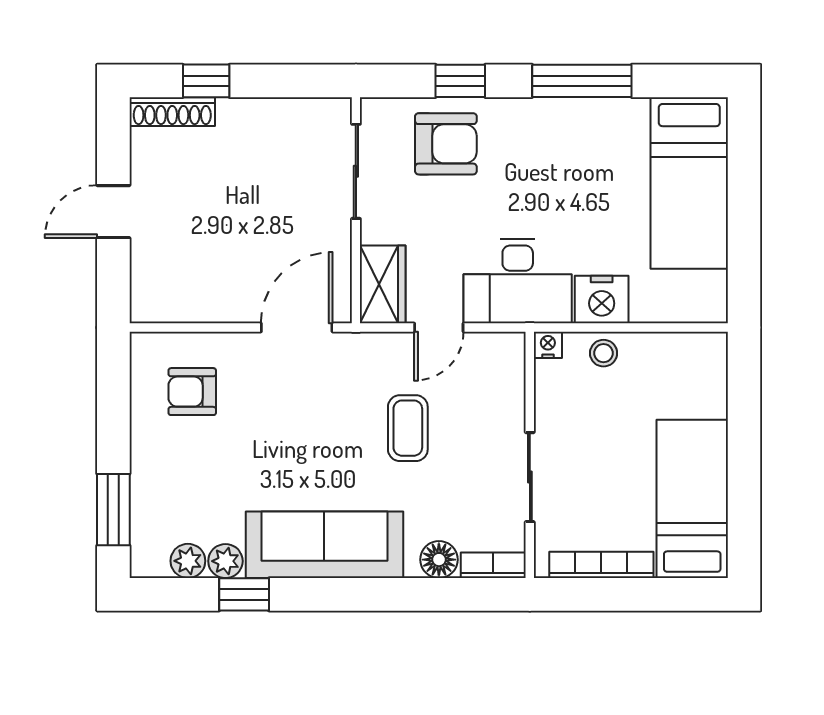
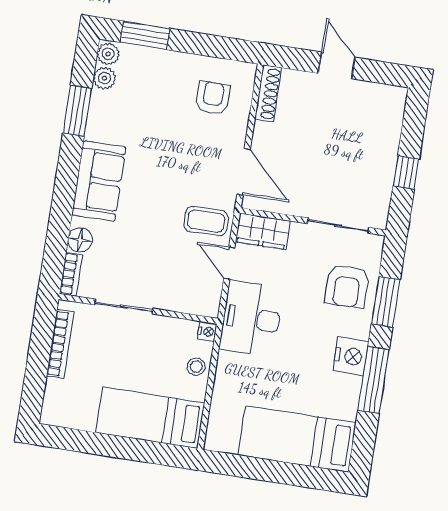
window: (206, 81) -> (406, 172), moved
window: (460, 81) -> (386, 302), width x1.50
shoe rack: (172, 112) -> (268, 93), moved, turned 180
nightstand: (602, 300) -> (351, 356), moved, turned 180
coffee table: (408, 428) -> (206, 221), moved
bed: (692, 499) -> (150, 418), moved, turned 180
sofa: (324, 545) -> (99, 181), width x0.73
plant: (225, 561) -> (108, 54), moved
window: (244, 594) -> (77, 111), width x1.50

